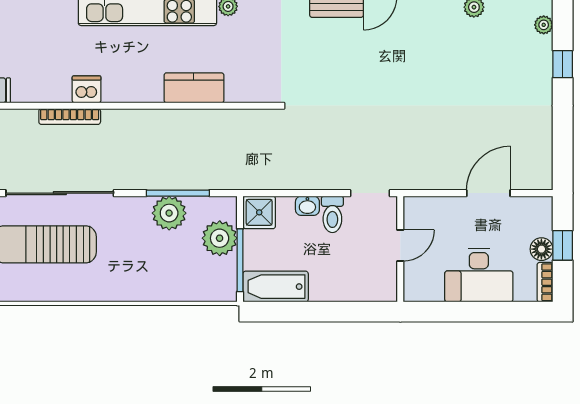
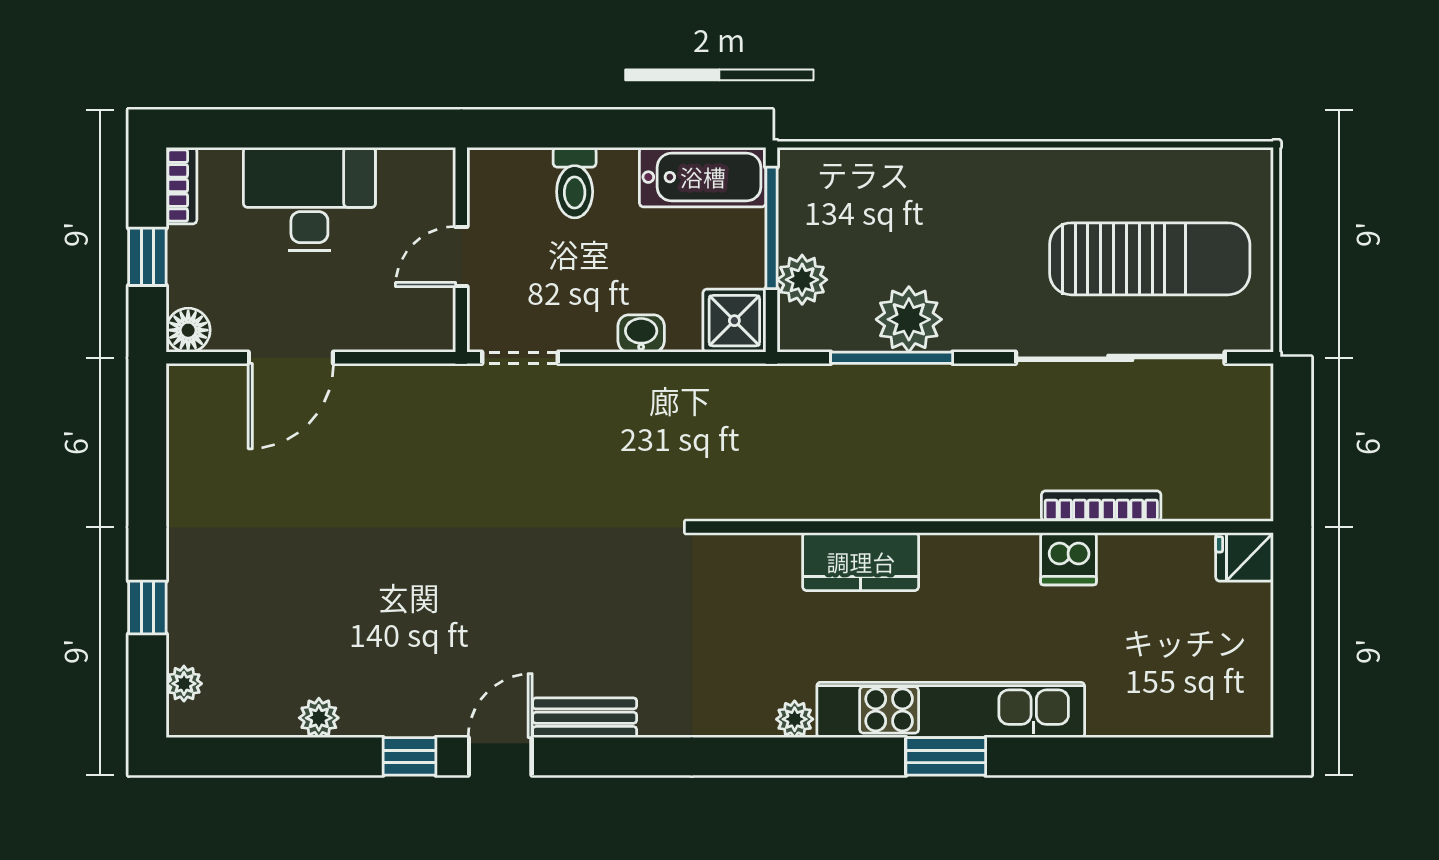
toilet: (332, 214) -> (575, 183), moved, turned 180
plant: (220, 238) -> (802, 280), width x0.73, depth x0.73
floor lamp: (541, 249) -> (188, 330), moved

